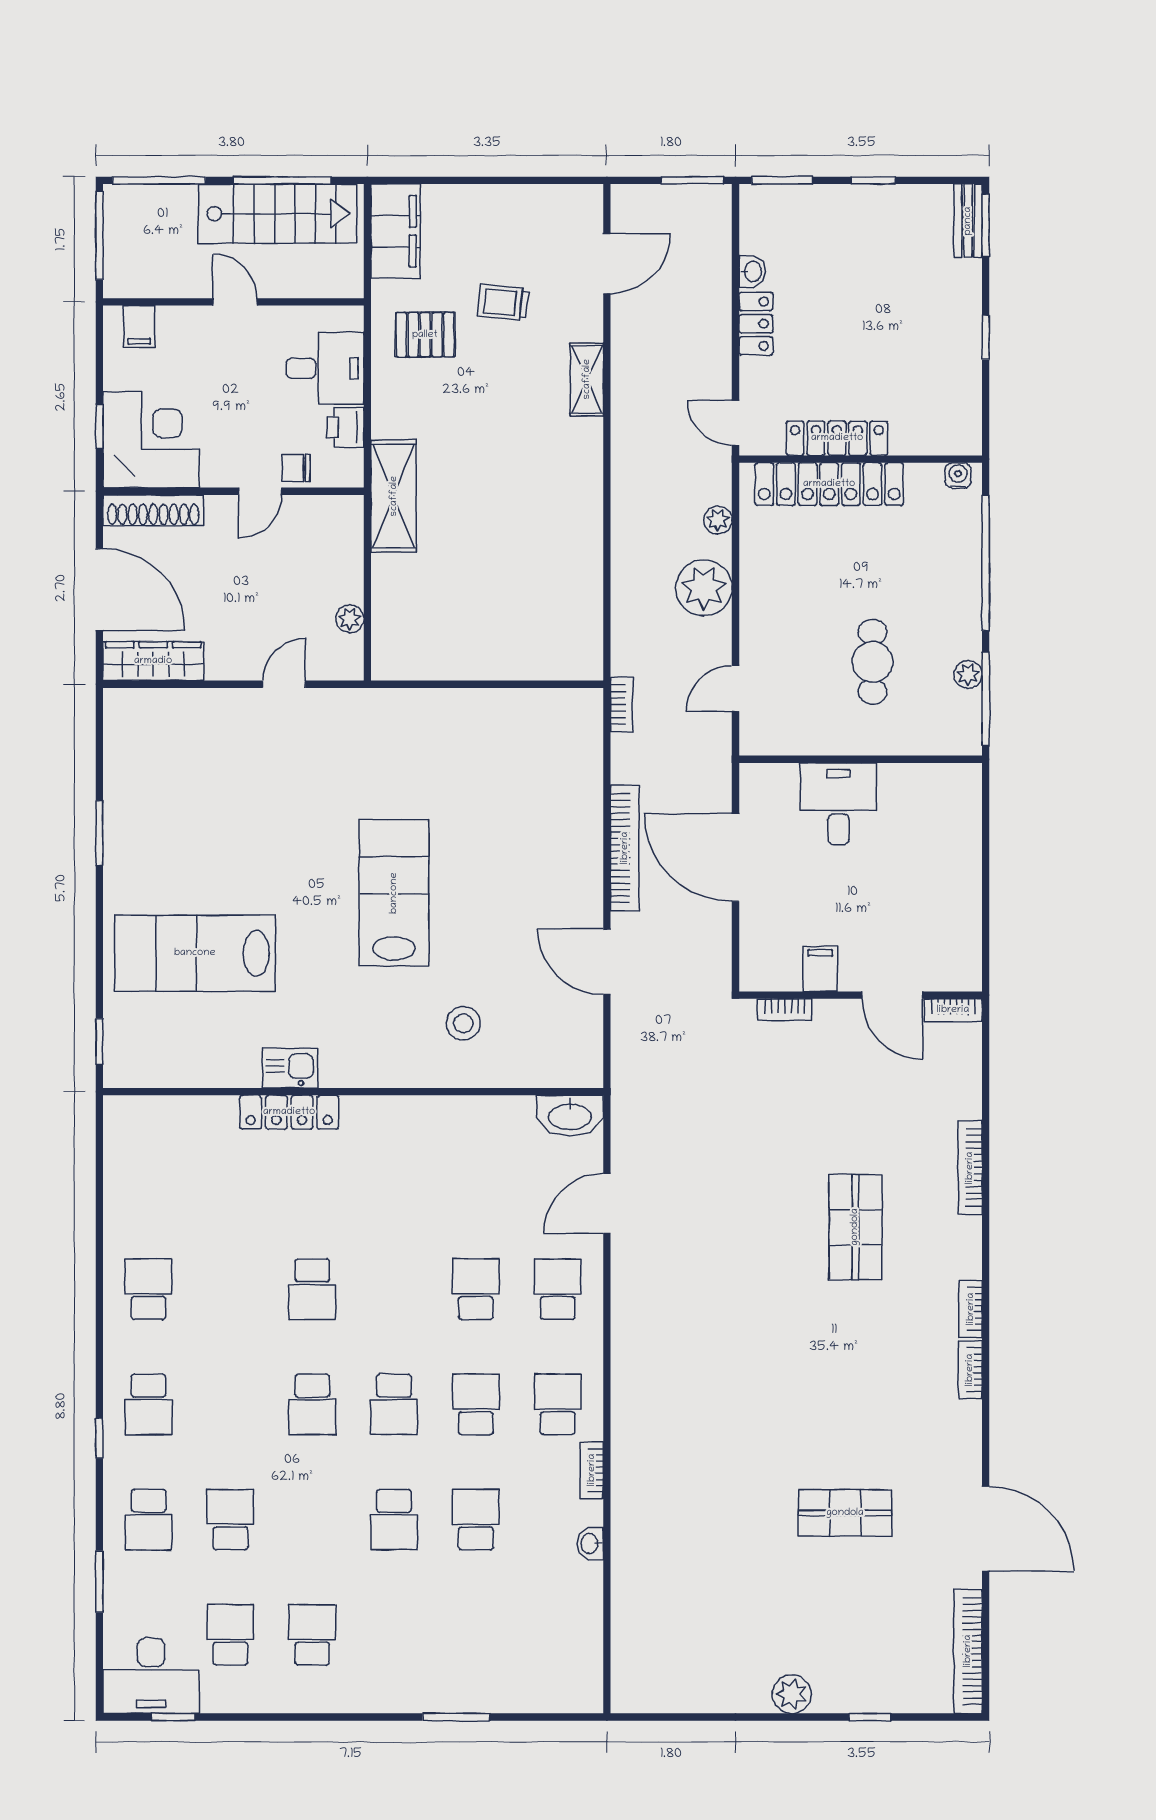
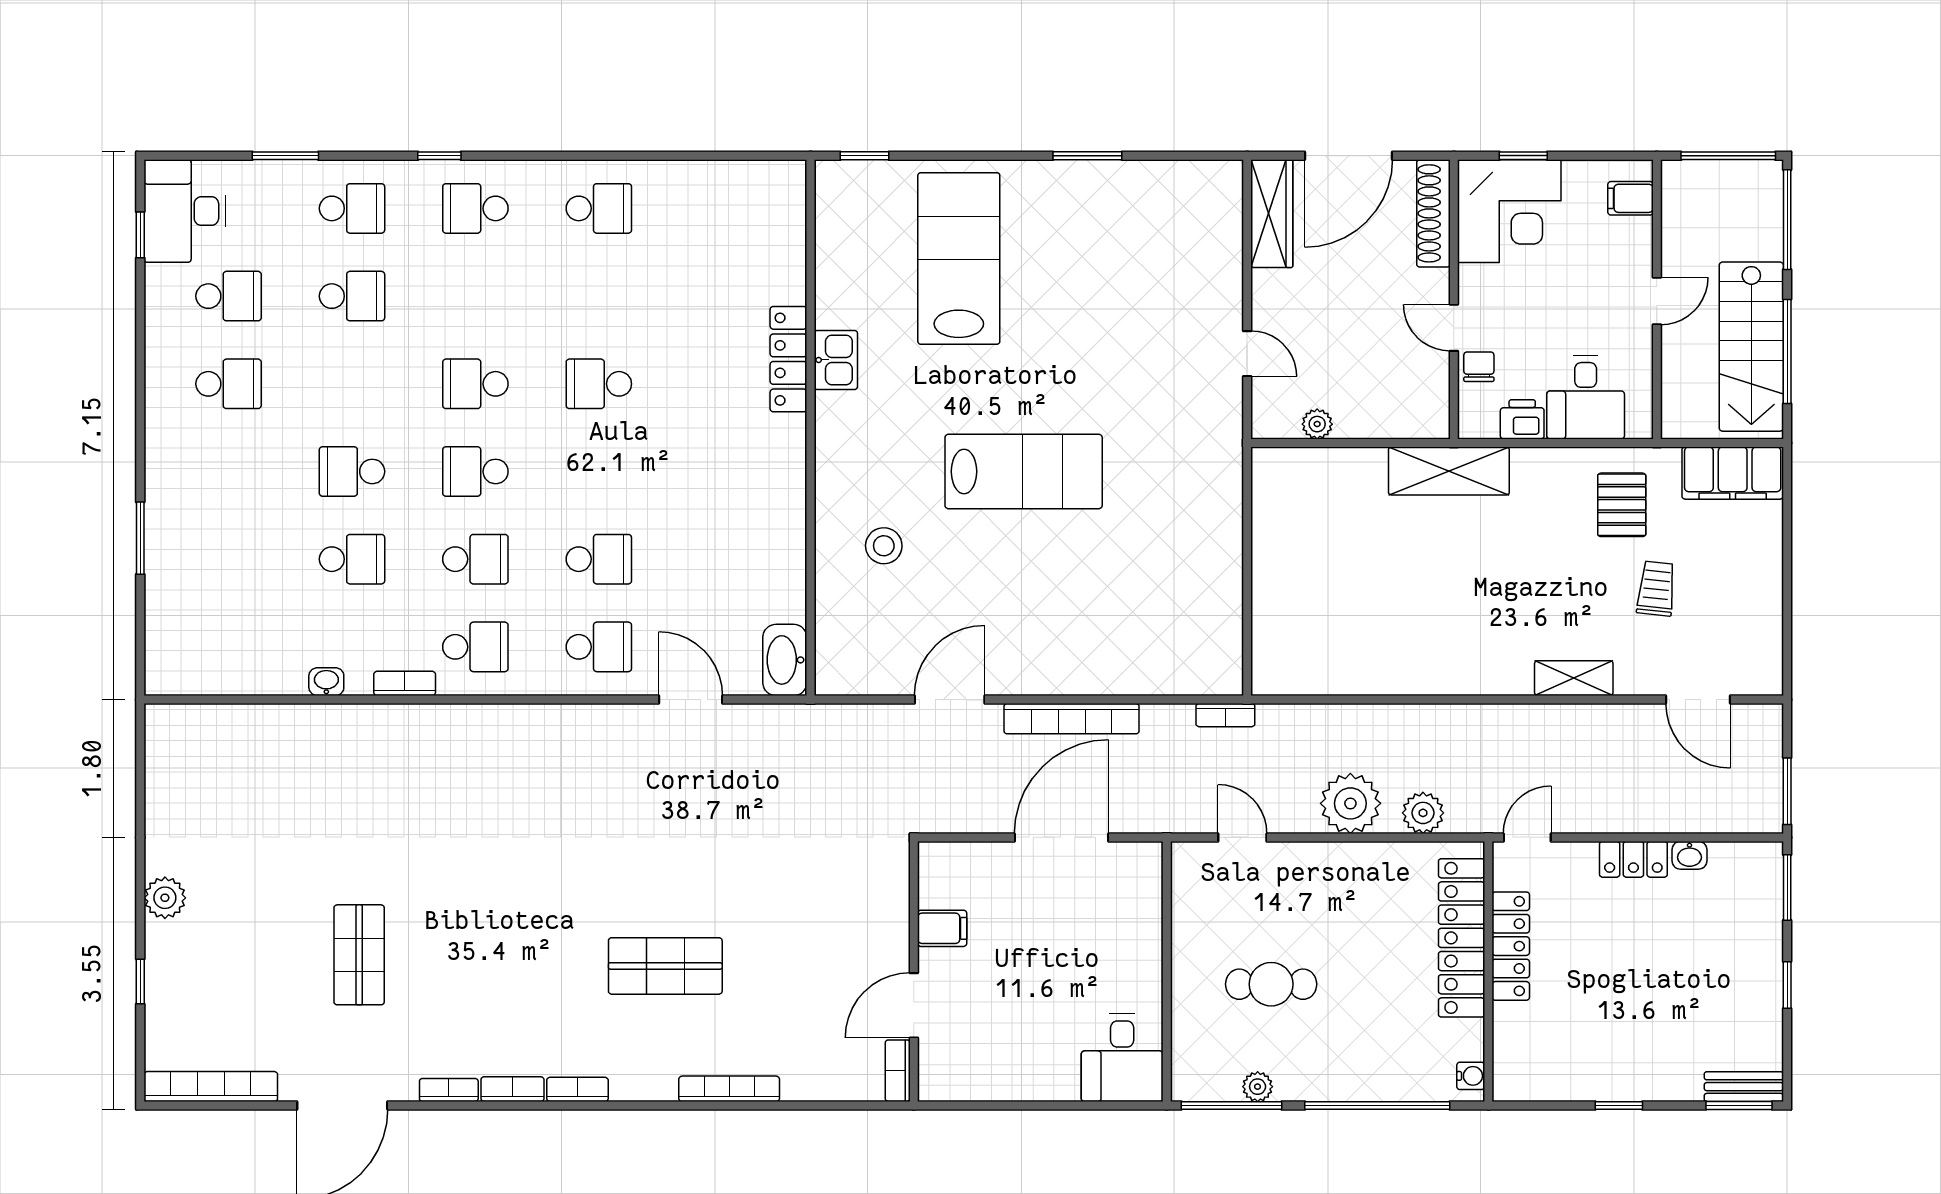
plant: (718, 520) -> (1423, 813), width x1.38, depth x1.38
desk: (839, 804) -> (1122, 1058), moved, turned 90
bookcase: (785, 1010) -> (449, 1090), moved, turned 90
school desk: (149, 1520) -> (352, 208), turned 180

